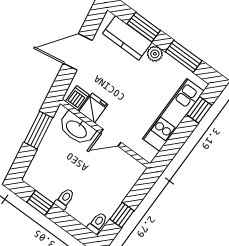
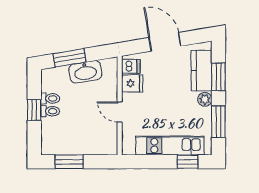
washbasin: (77, 129) -> (85, 72), moved, turned -100
window: (38, 130) -> (69, 58), moved
window: (40, 203) -> (34, 110), moved
window: (122, 215) -> (69, 162), width x1.50
toilet: (97, 223) -> (50, 98), moved

